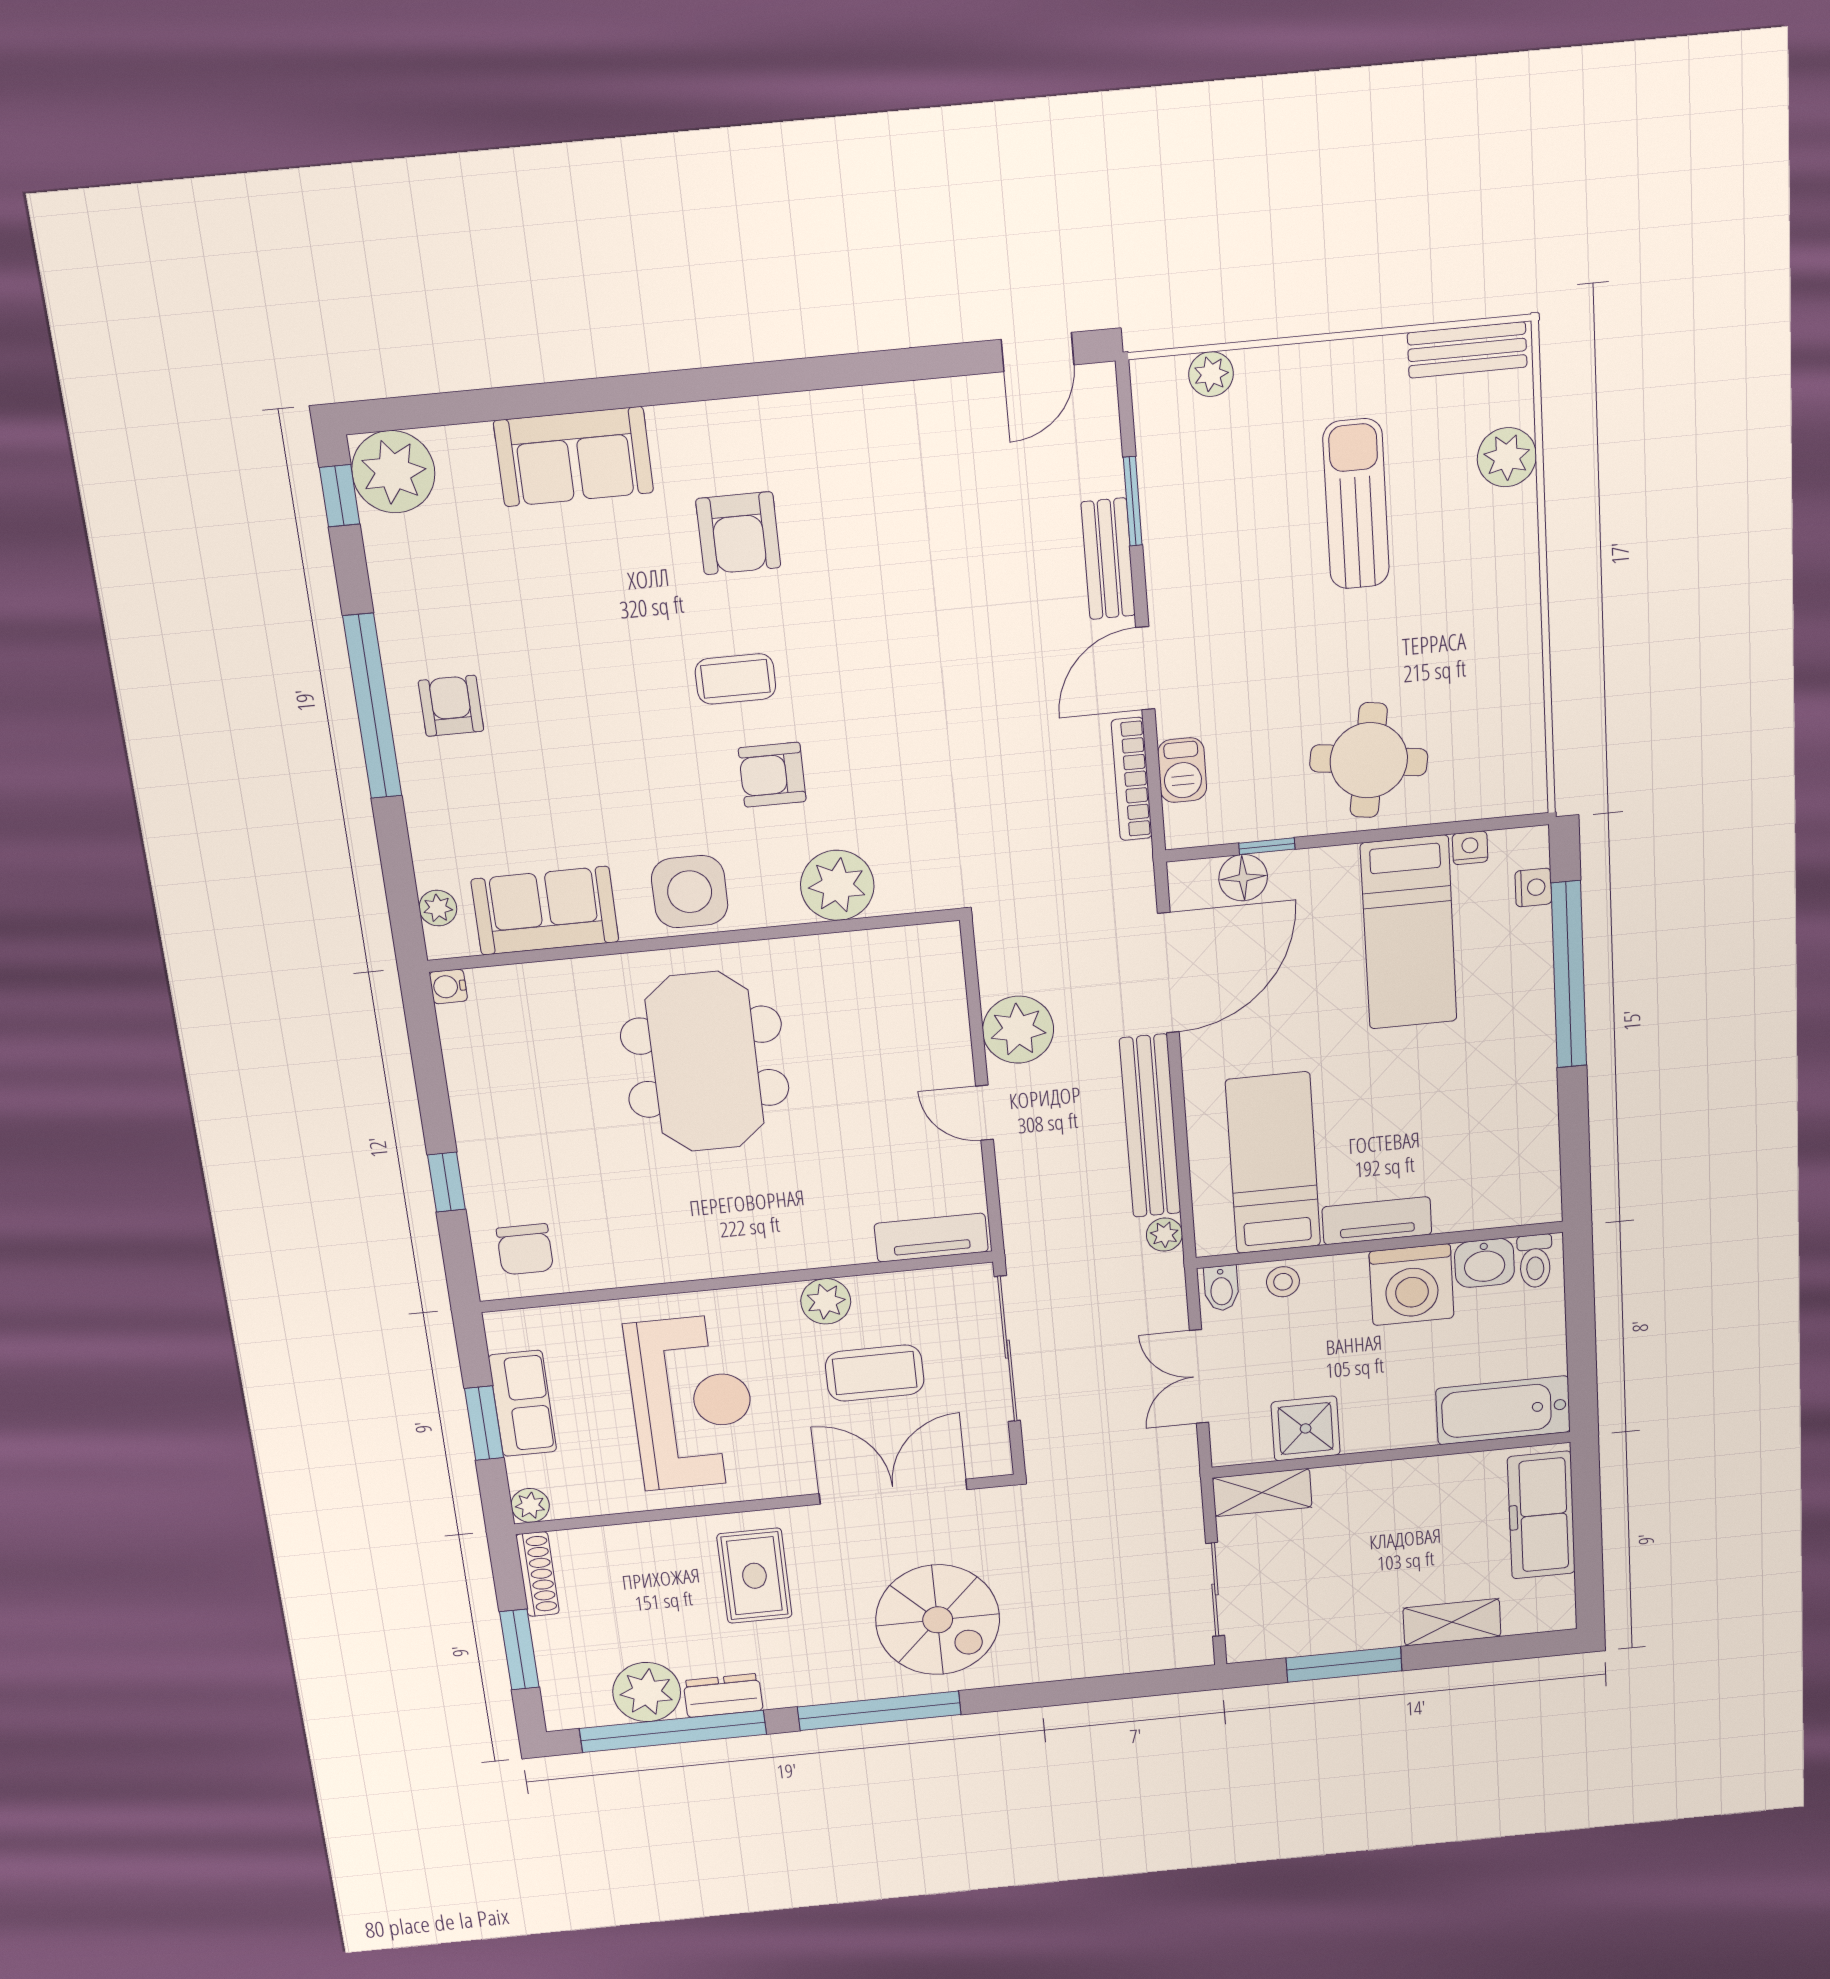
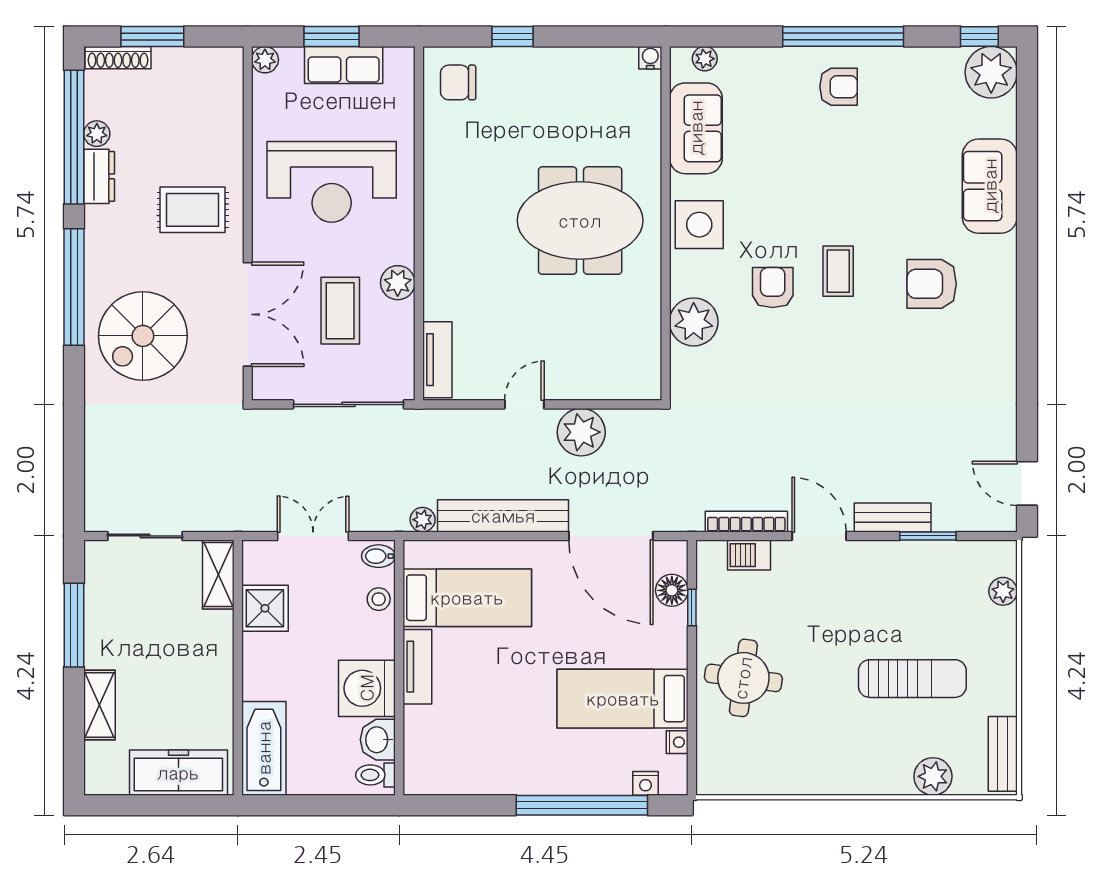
shoe rack: (538, 1574) -> (118, 58), moved
plant: (647, 1692) -> (97, 134), width x0.53, depth x0.53

